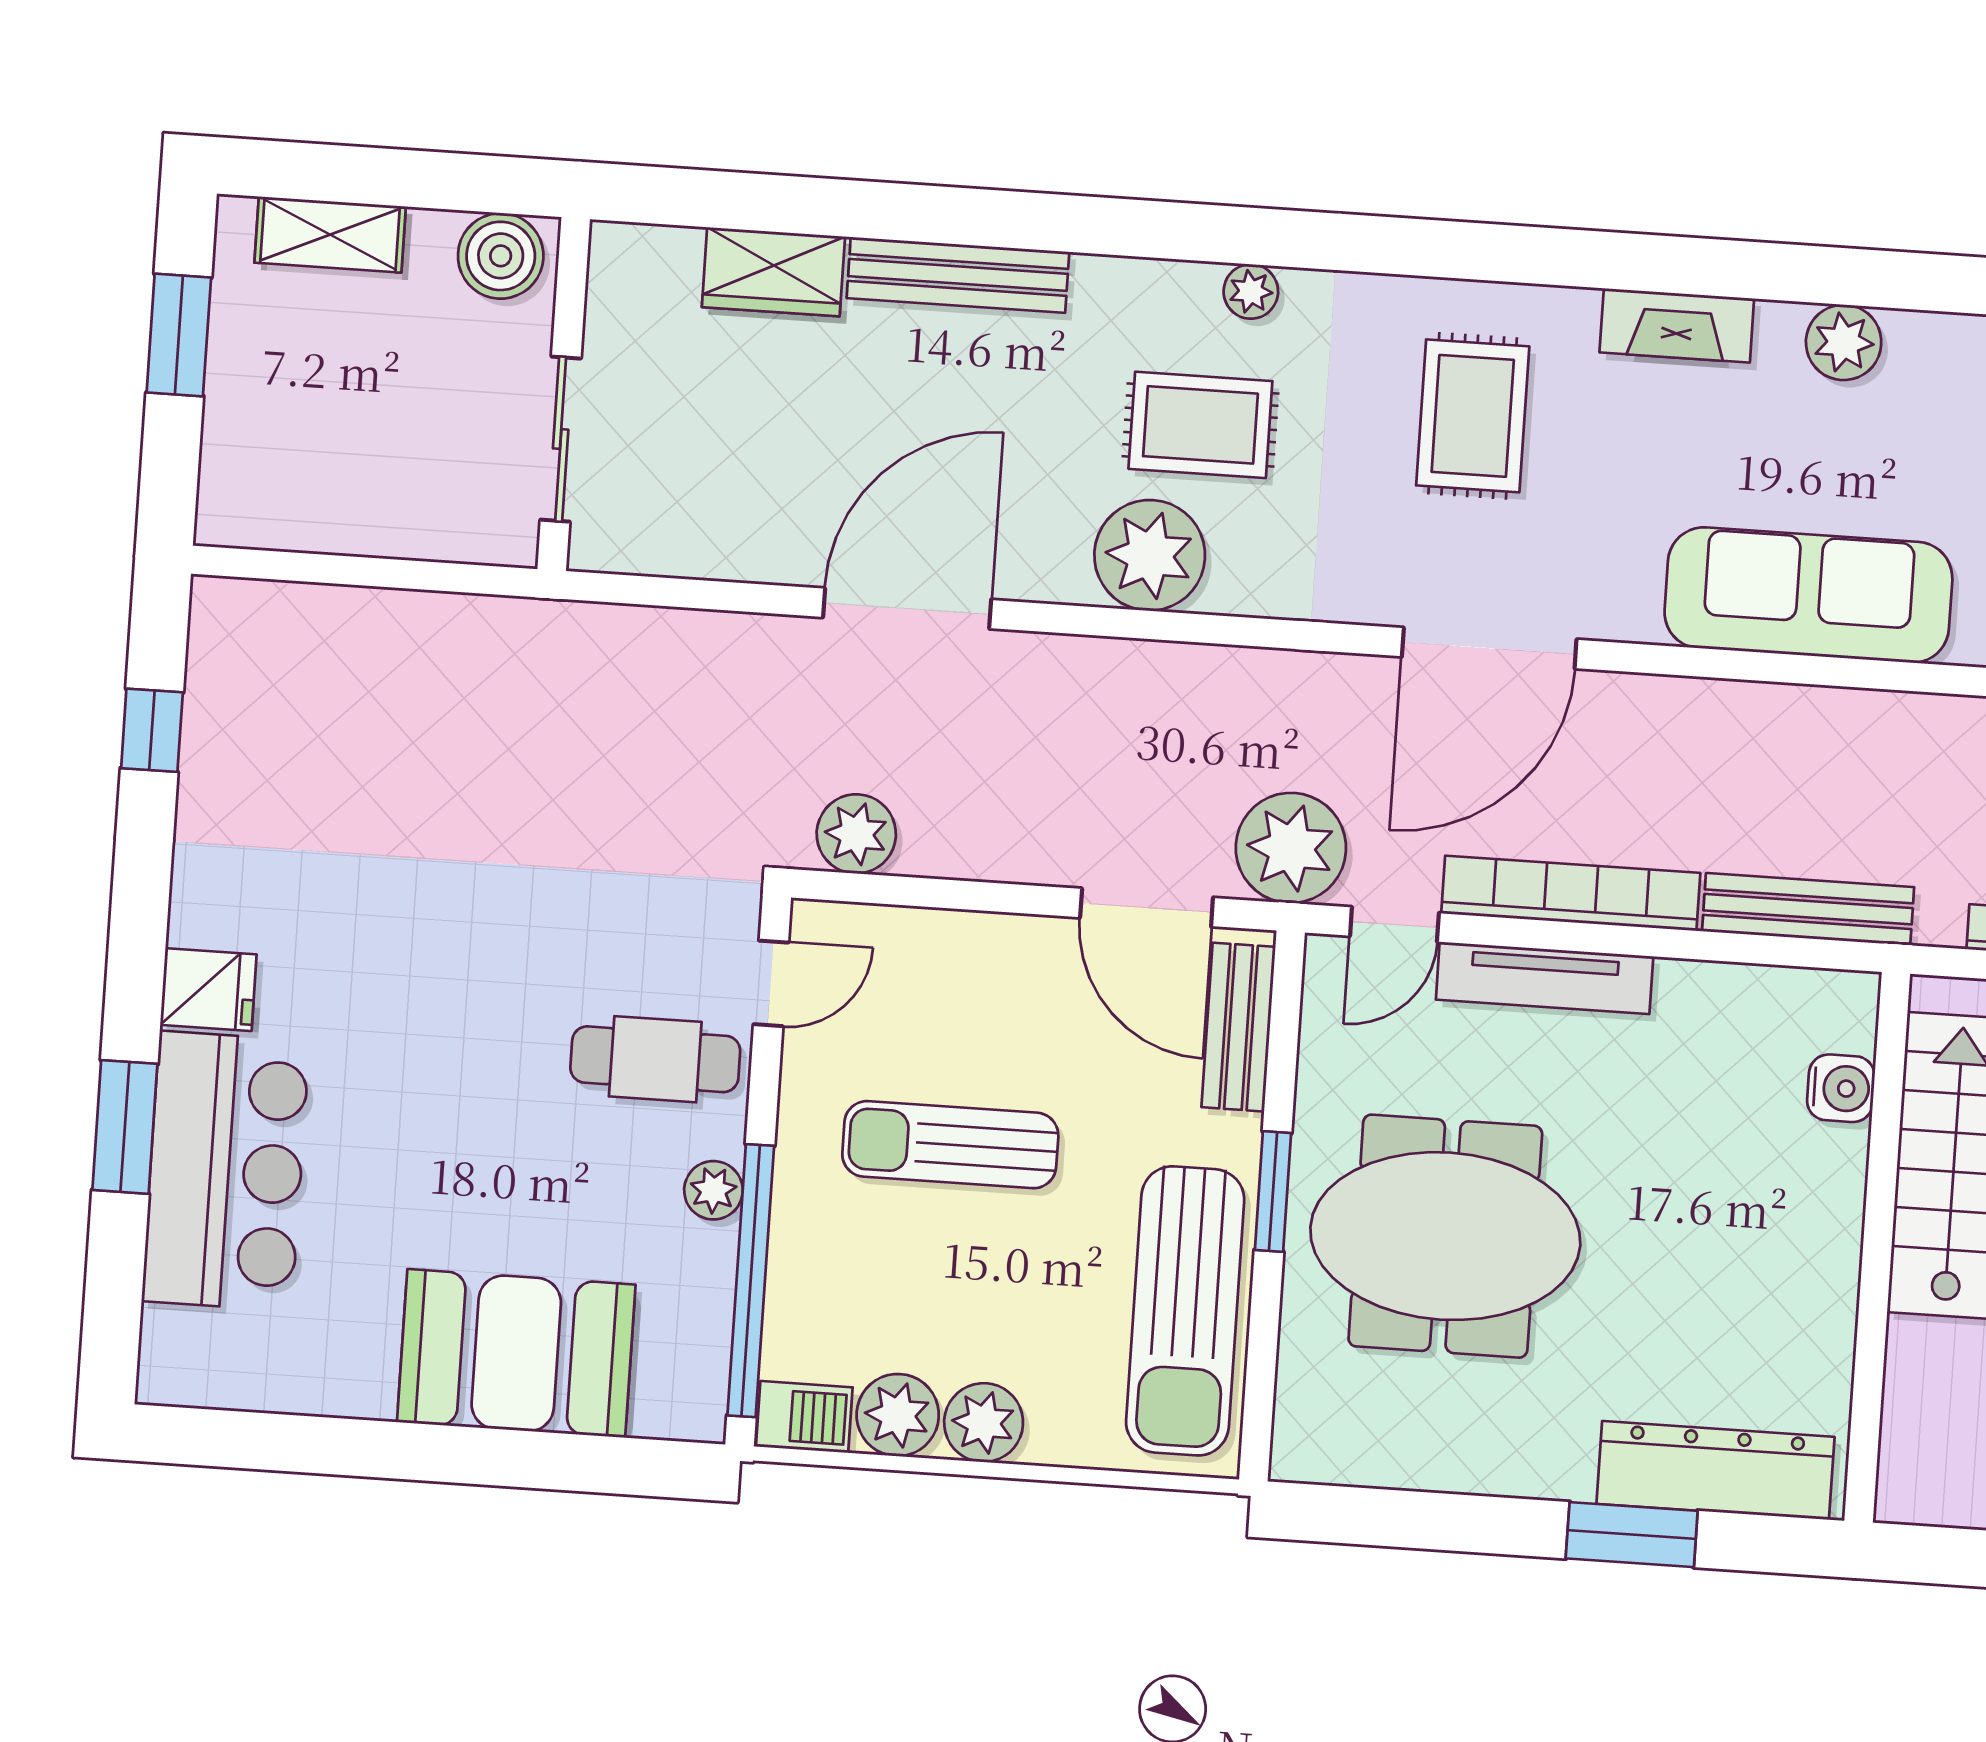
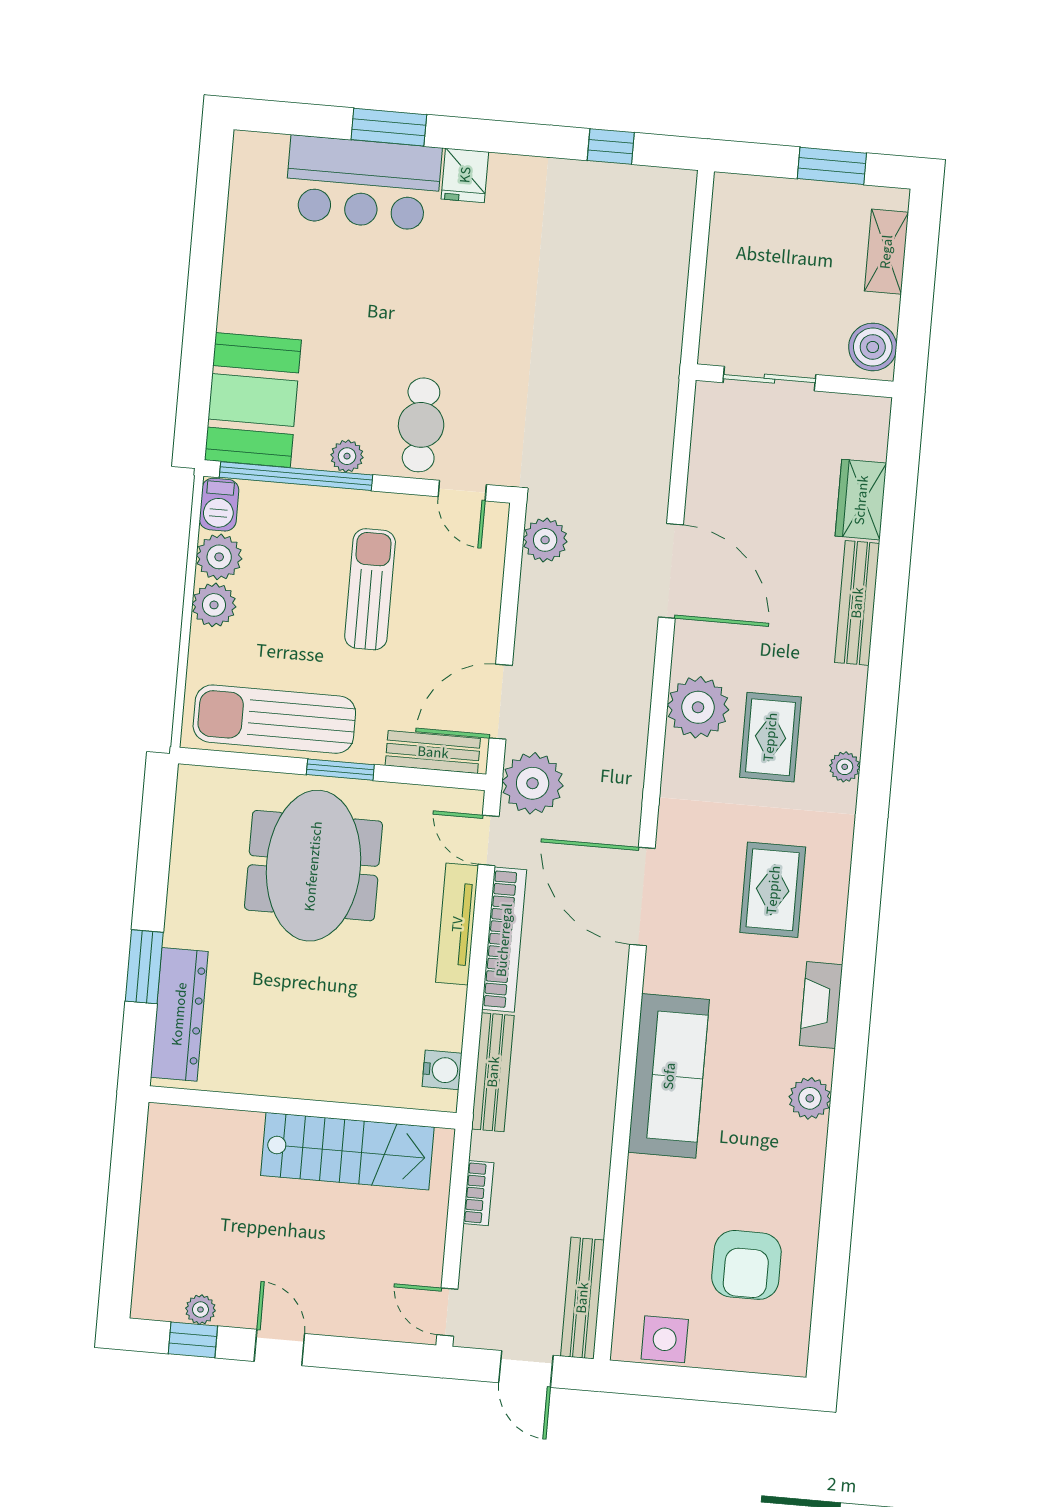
rug: (1473, 416) -> (773, 890), turned 90
water cooler: (1841, 1088) -> (442, 1070), moved, turned -90
booth: (516, 1353) -> (253, 400), moved

